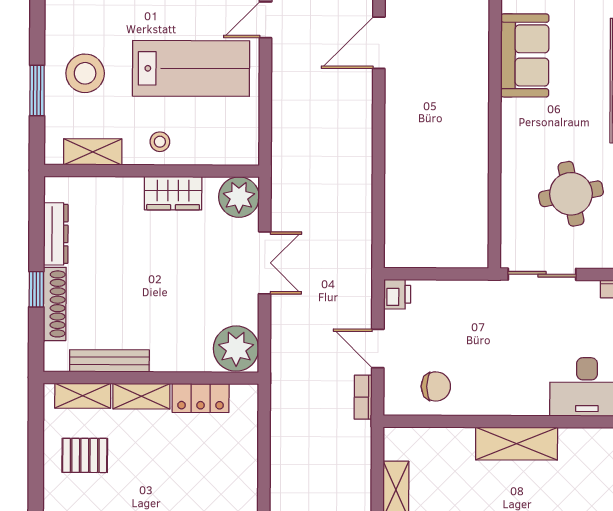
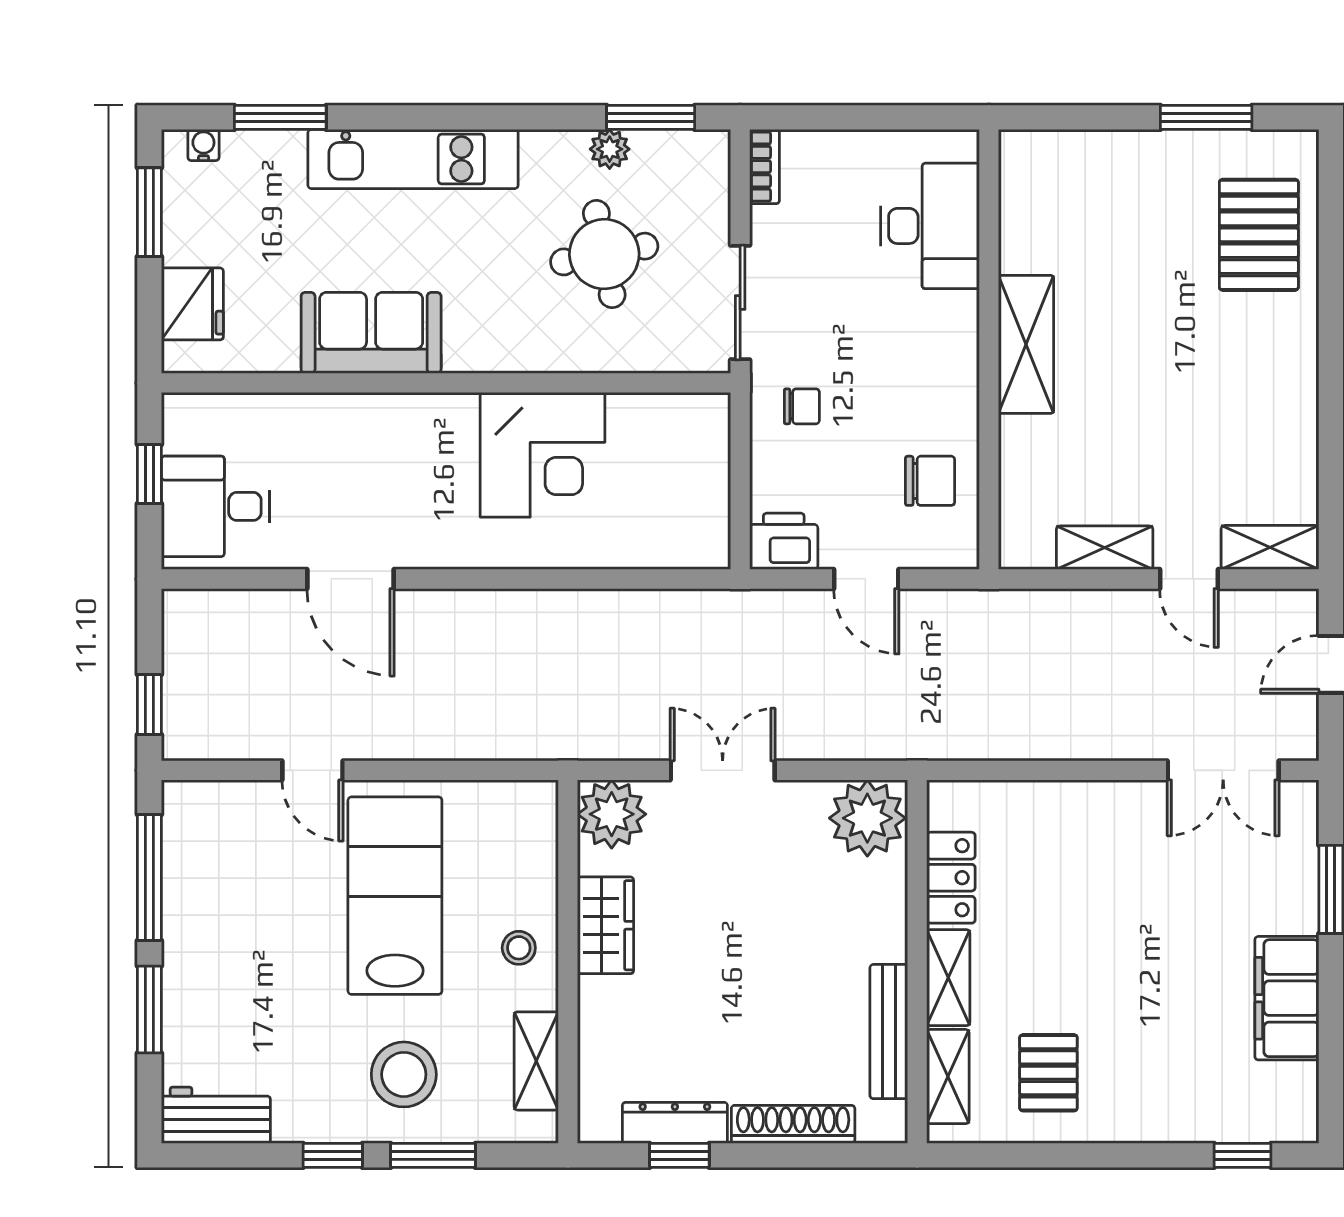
window: (37, 31) -> (333, 1155), added
corner desk: (452, 157) -> (543, 455), added
window: (36, 289) -> (679, 1155), moved
printer: (397, 294) -> (784, 541), width x1.36, depth x1.24
chair: (480, 311) -> (802, 406), added
door: (378, 348) -> (866, 579), hinge flipped
chair: (436, 386) -> (930, 481), turned 90
bookcase: (363, 397) -> (948, 603), removed

